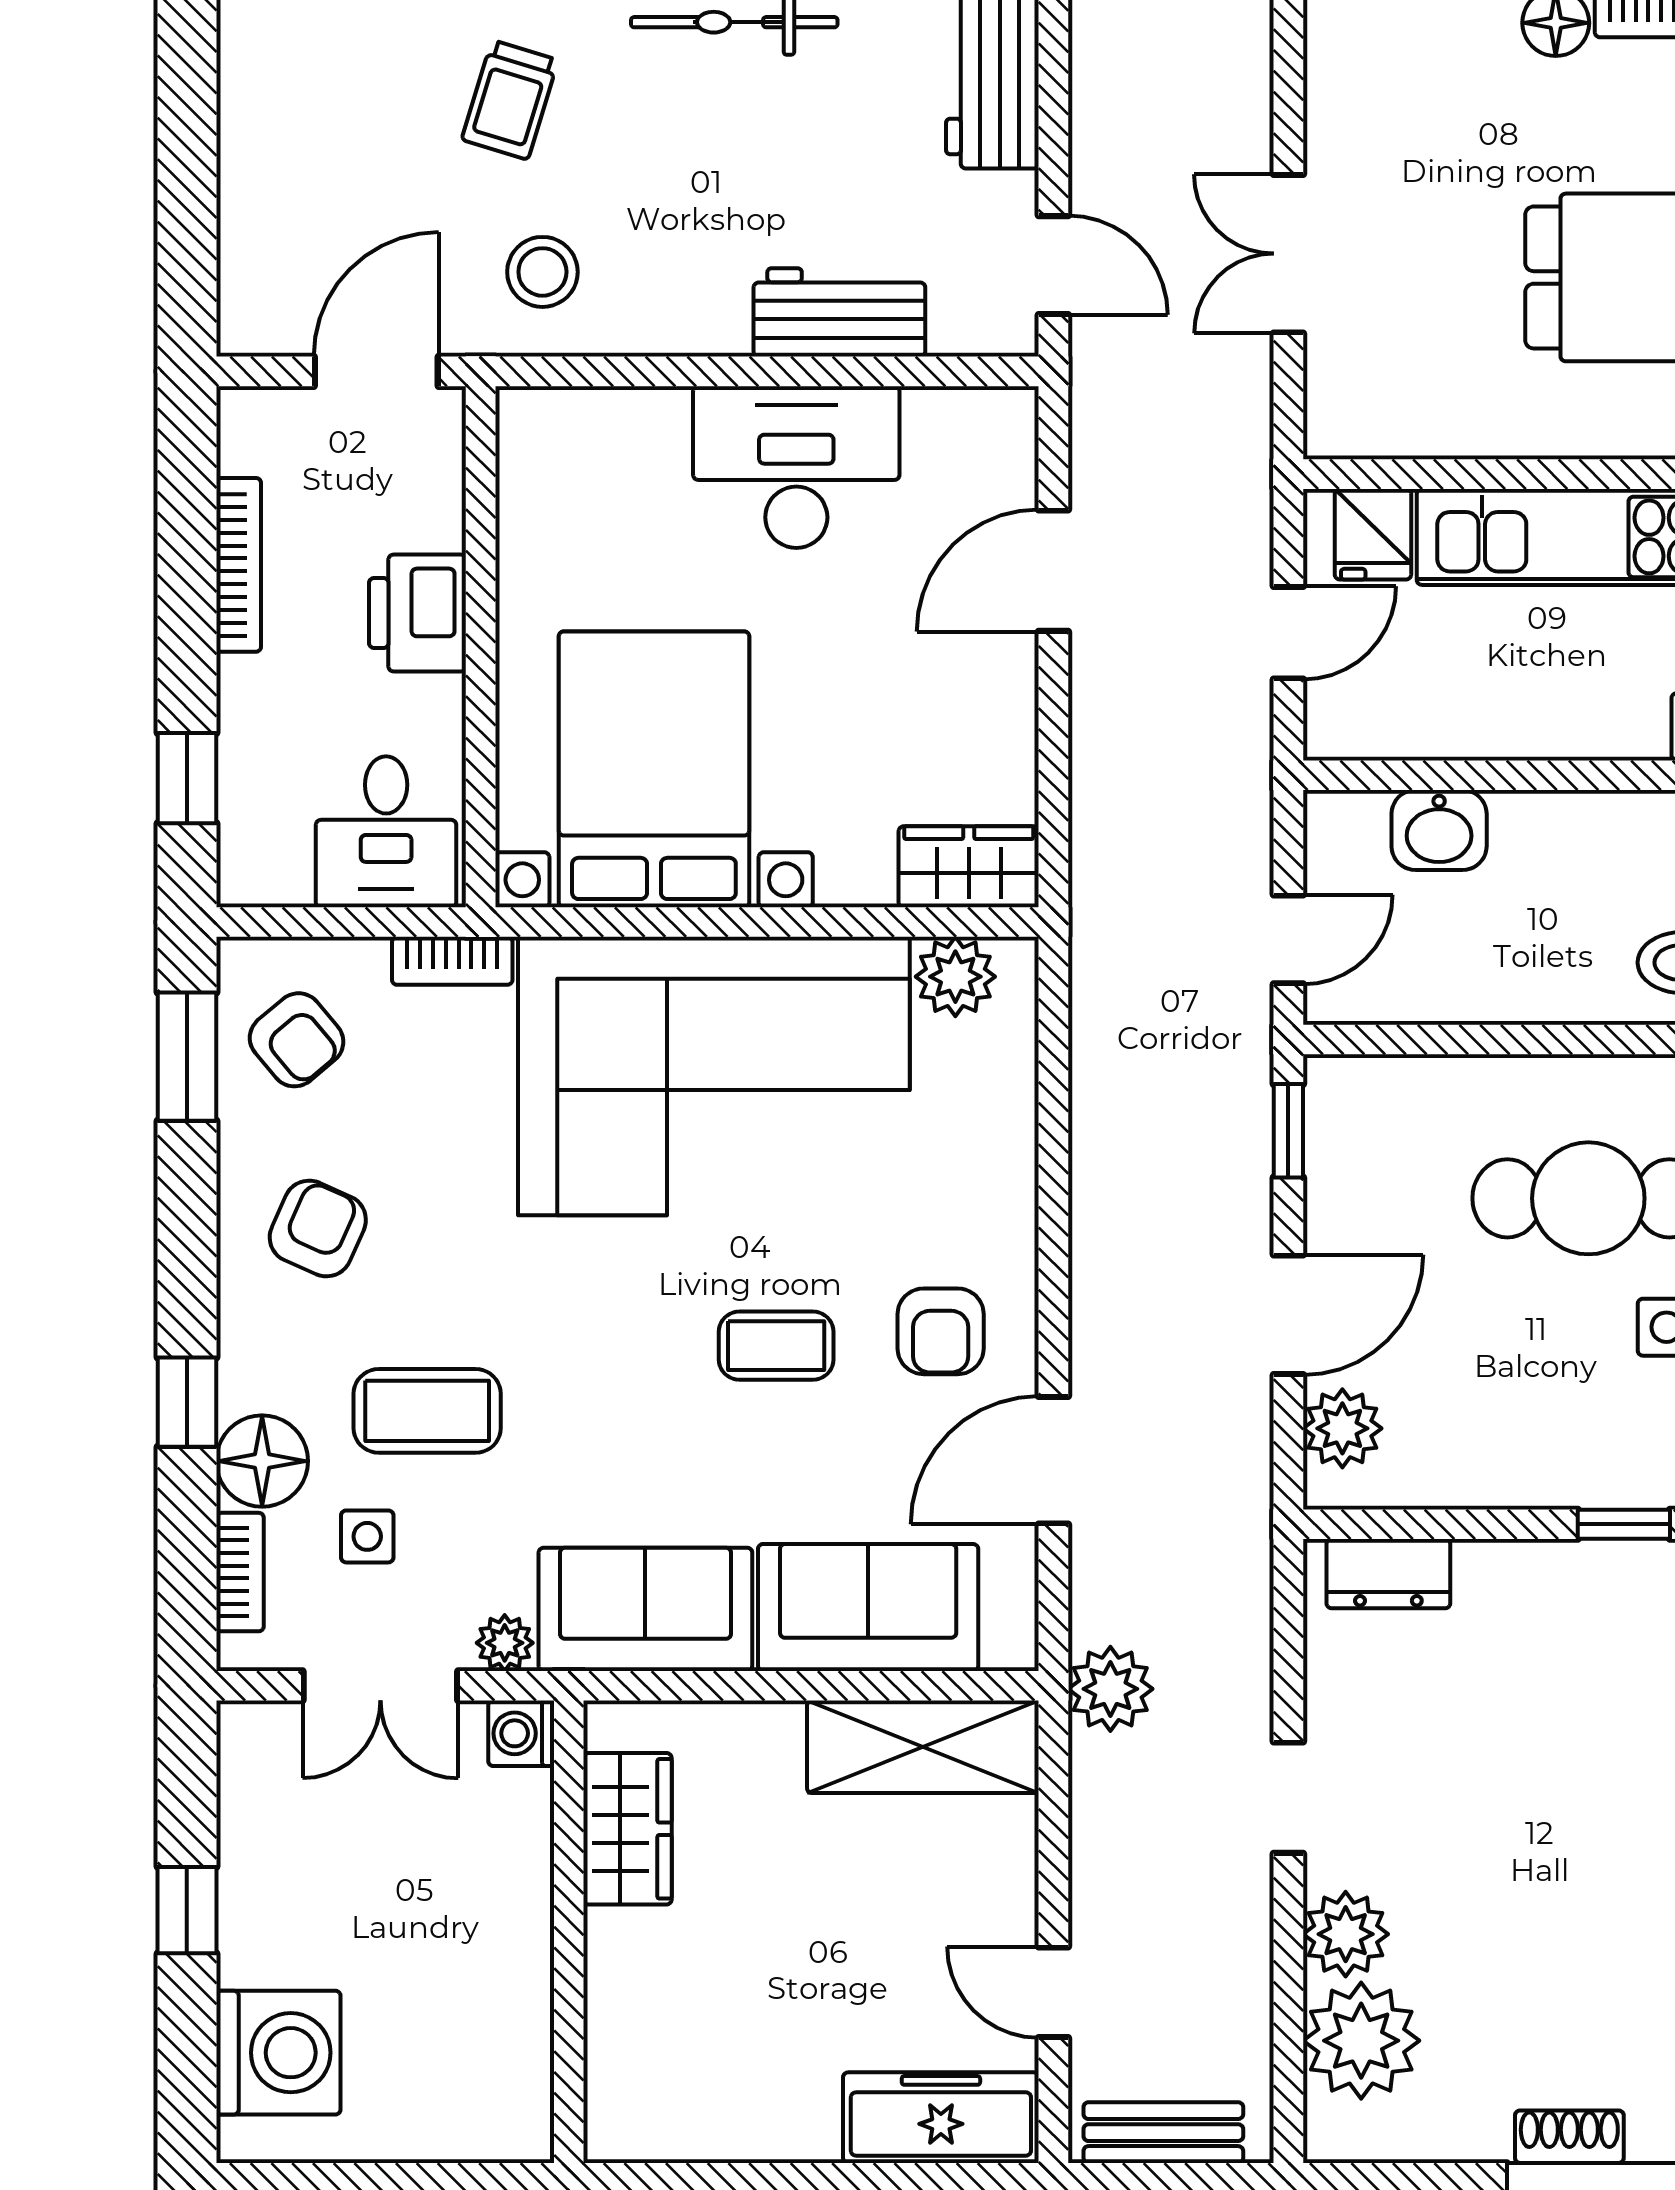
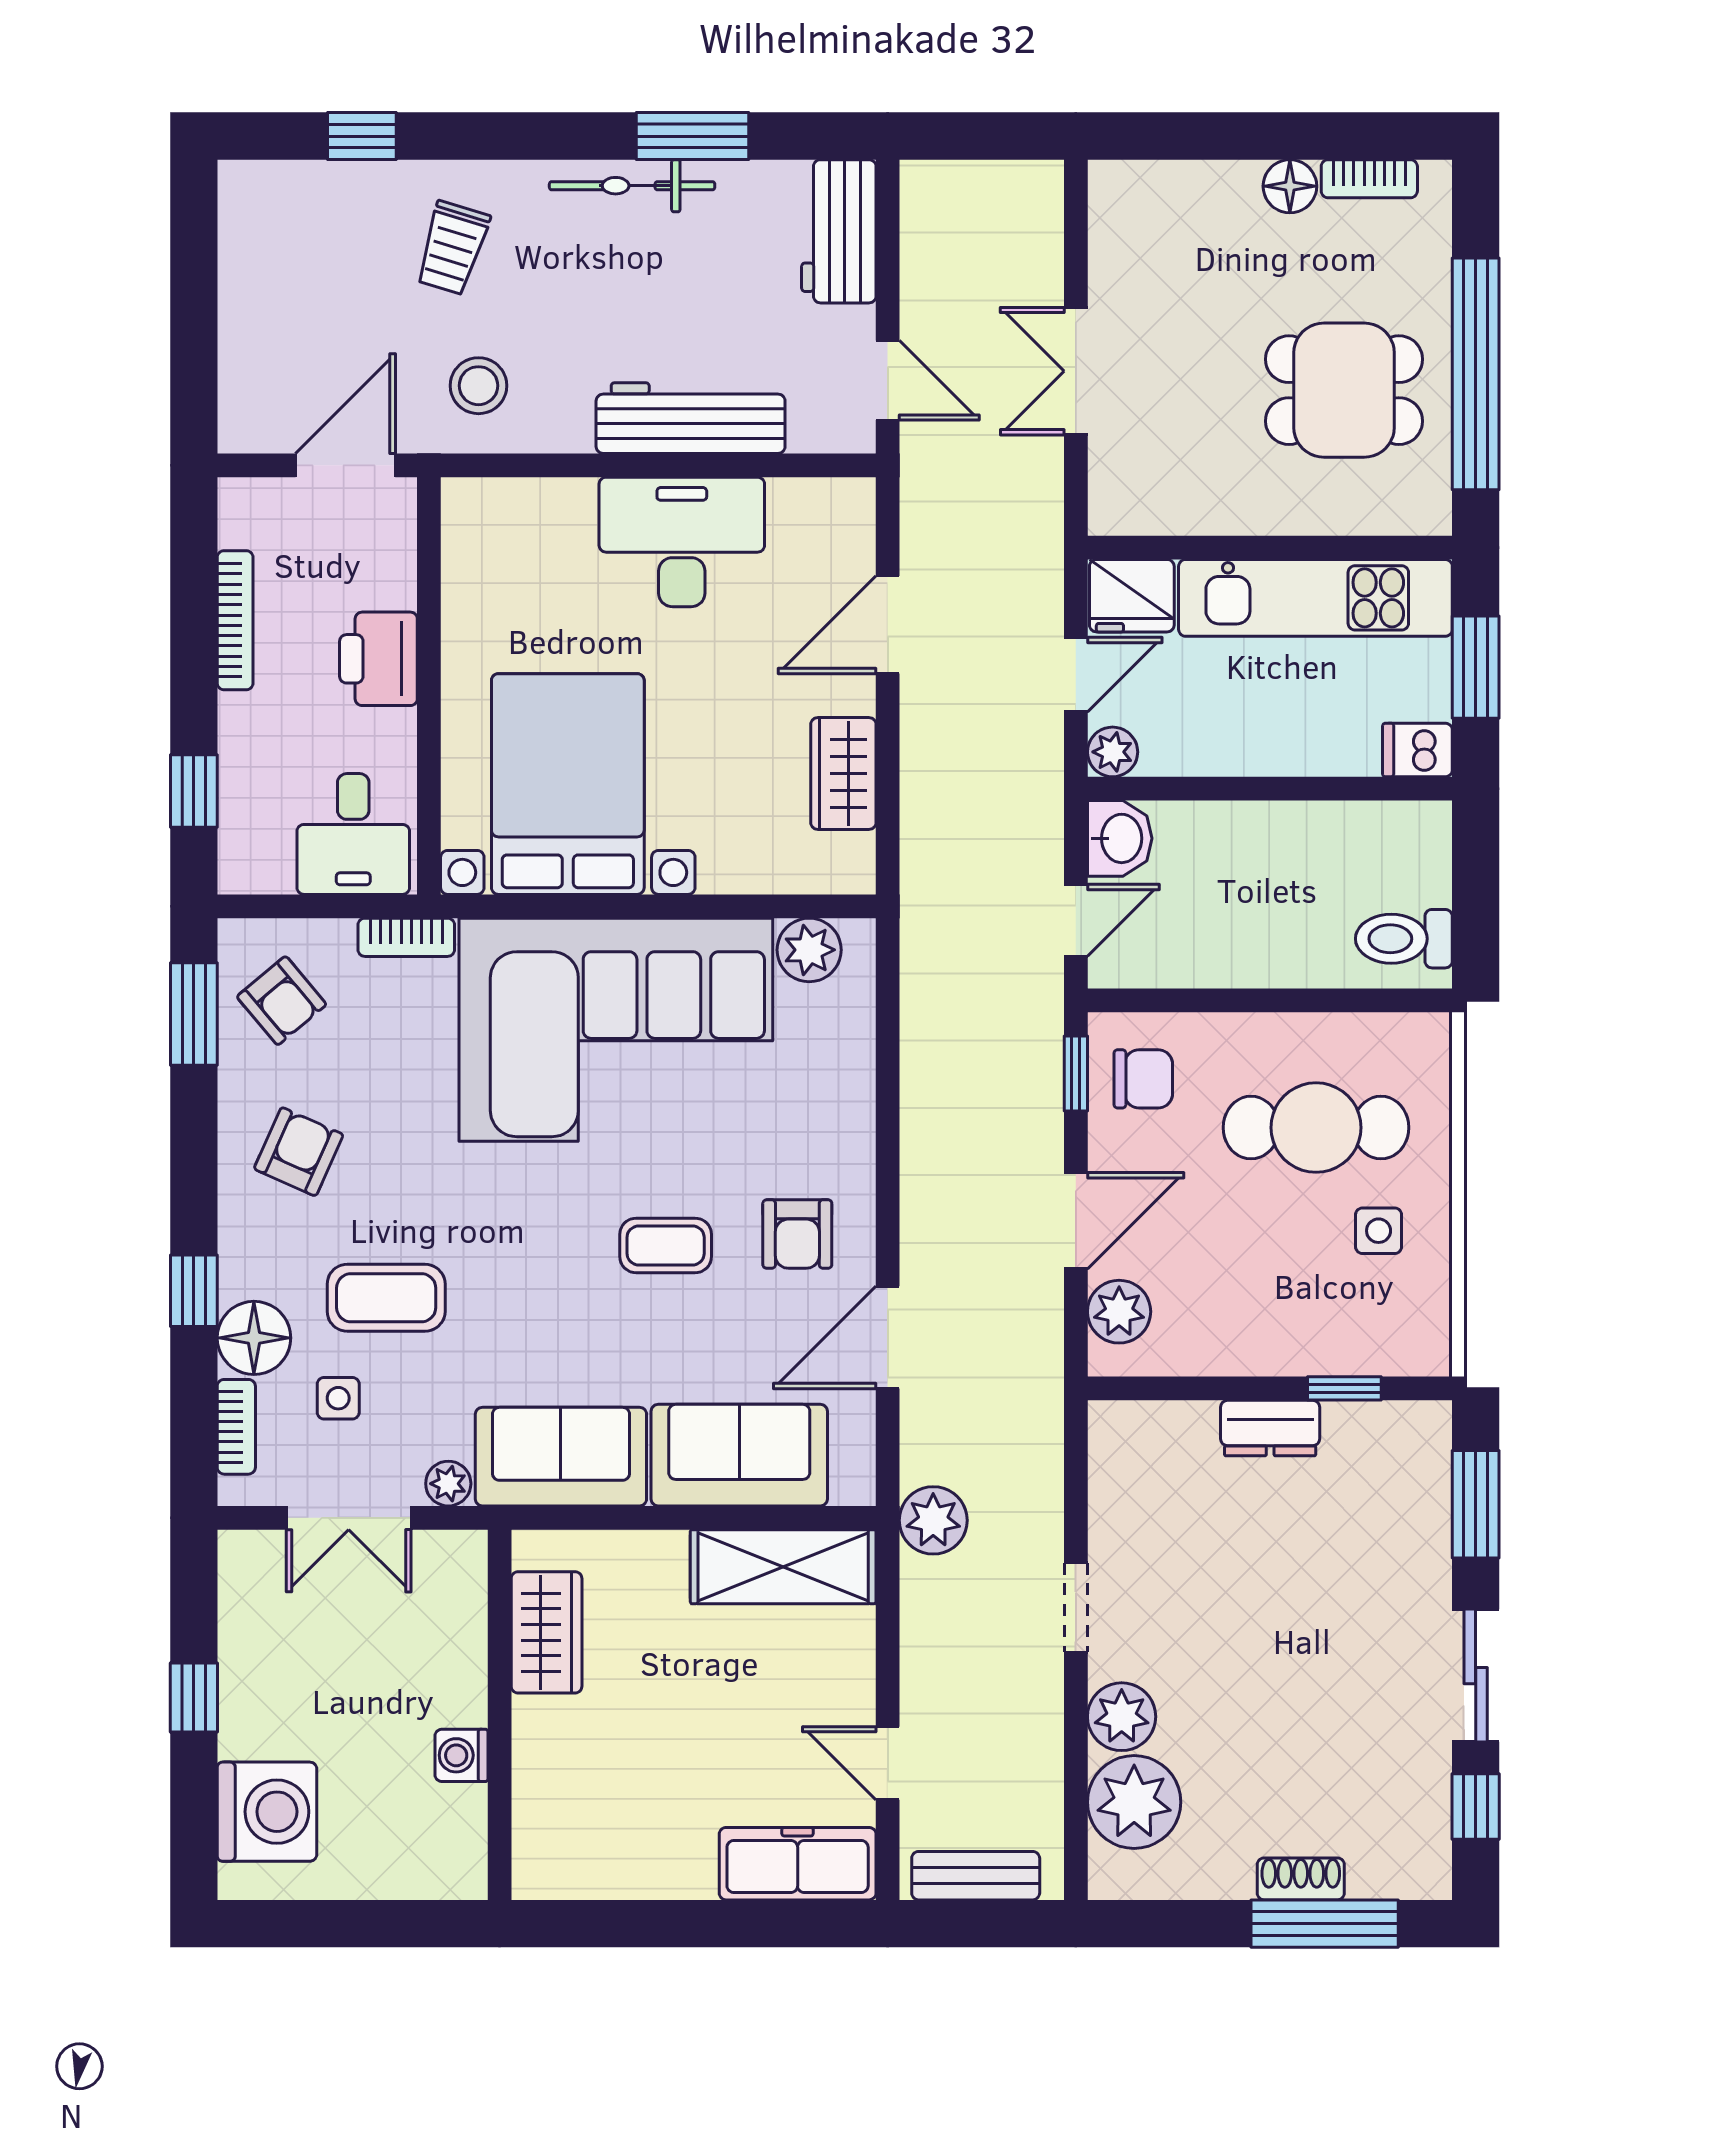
workbench: (839, 312) -> (691, 418), width x1.38
fridge: (1373, 534) -> (1132, 596), width x1.38
plant: (1334, 729) -> (1113, 752), added
washbasin: (1439, 830) -> (1120, 838), moved, turned -90
wardrobe: (969, 867) -> (843, 774), moved, turned -90
chair: (1373, 1138) -> (1143, 1079), added
dresser: (1388, 1574) -> (1270, 1428), moved
washing machine: (521, 1733) -> (461, 1755), moved

